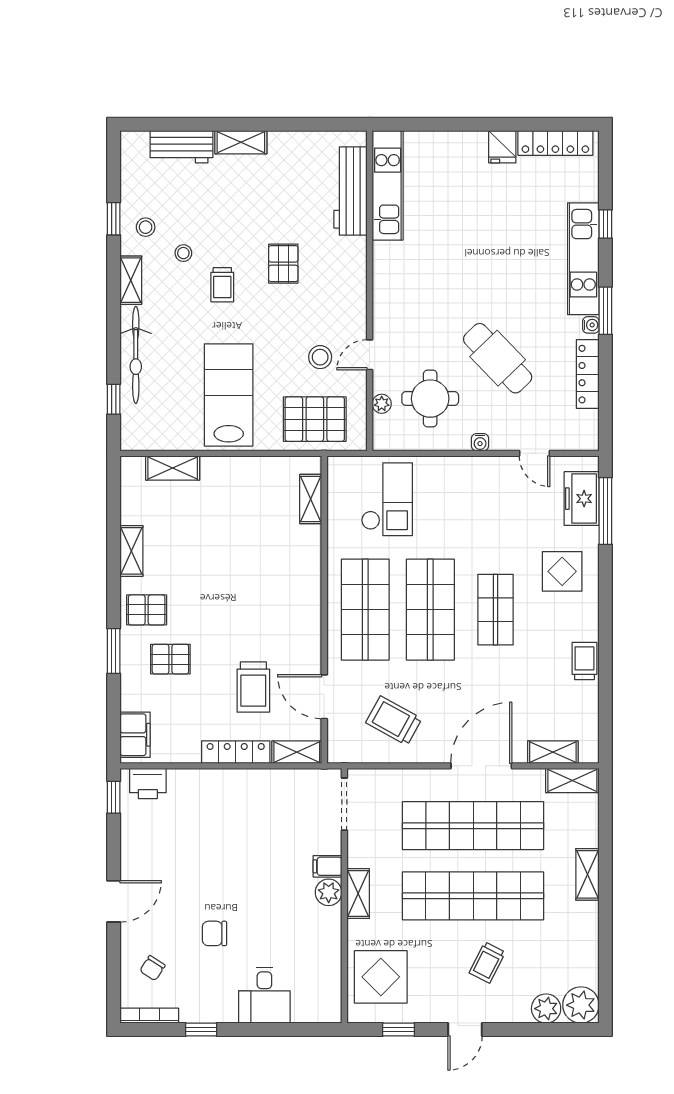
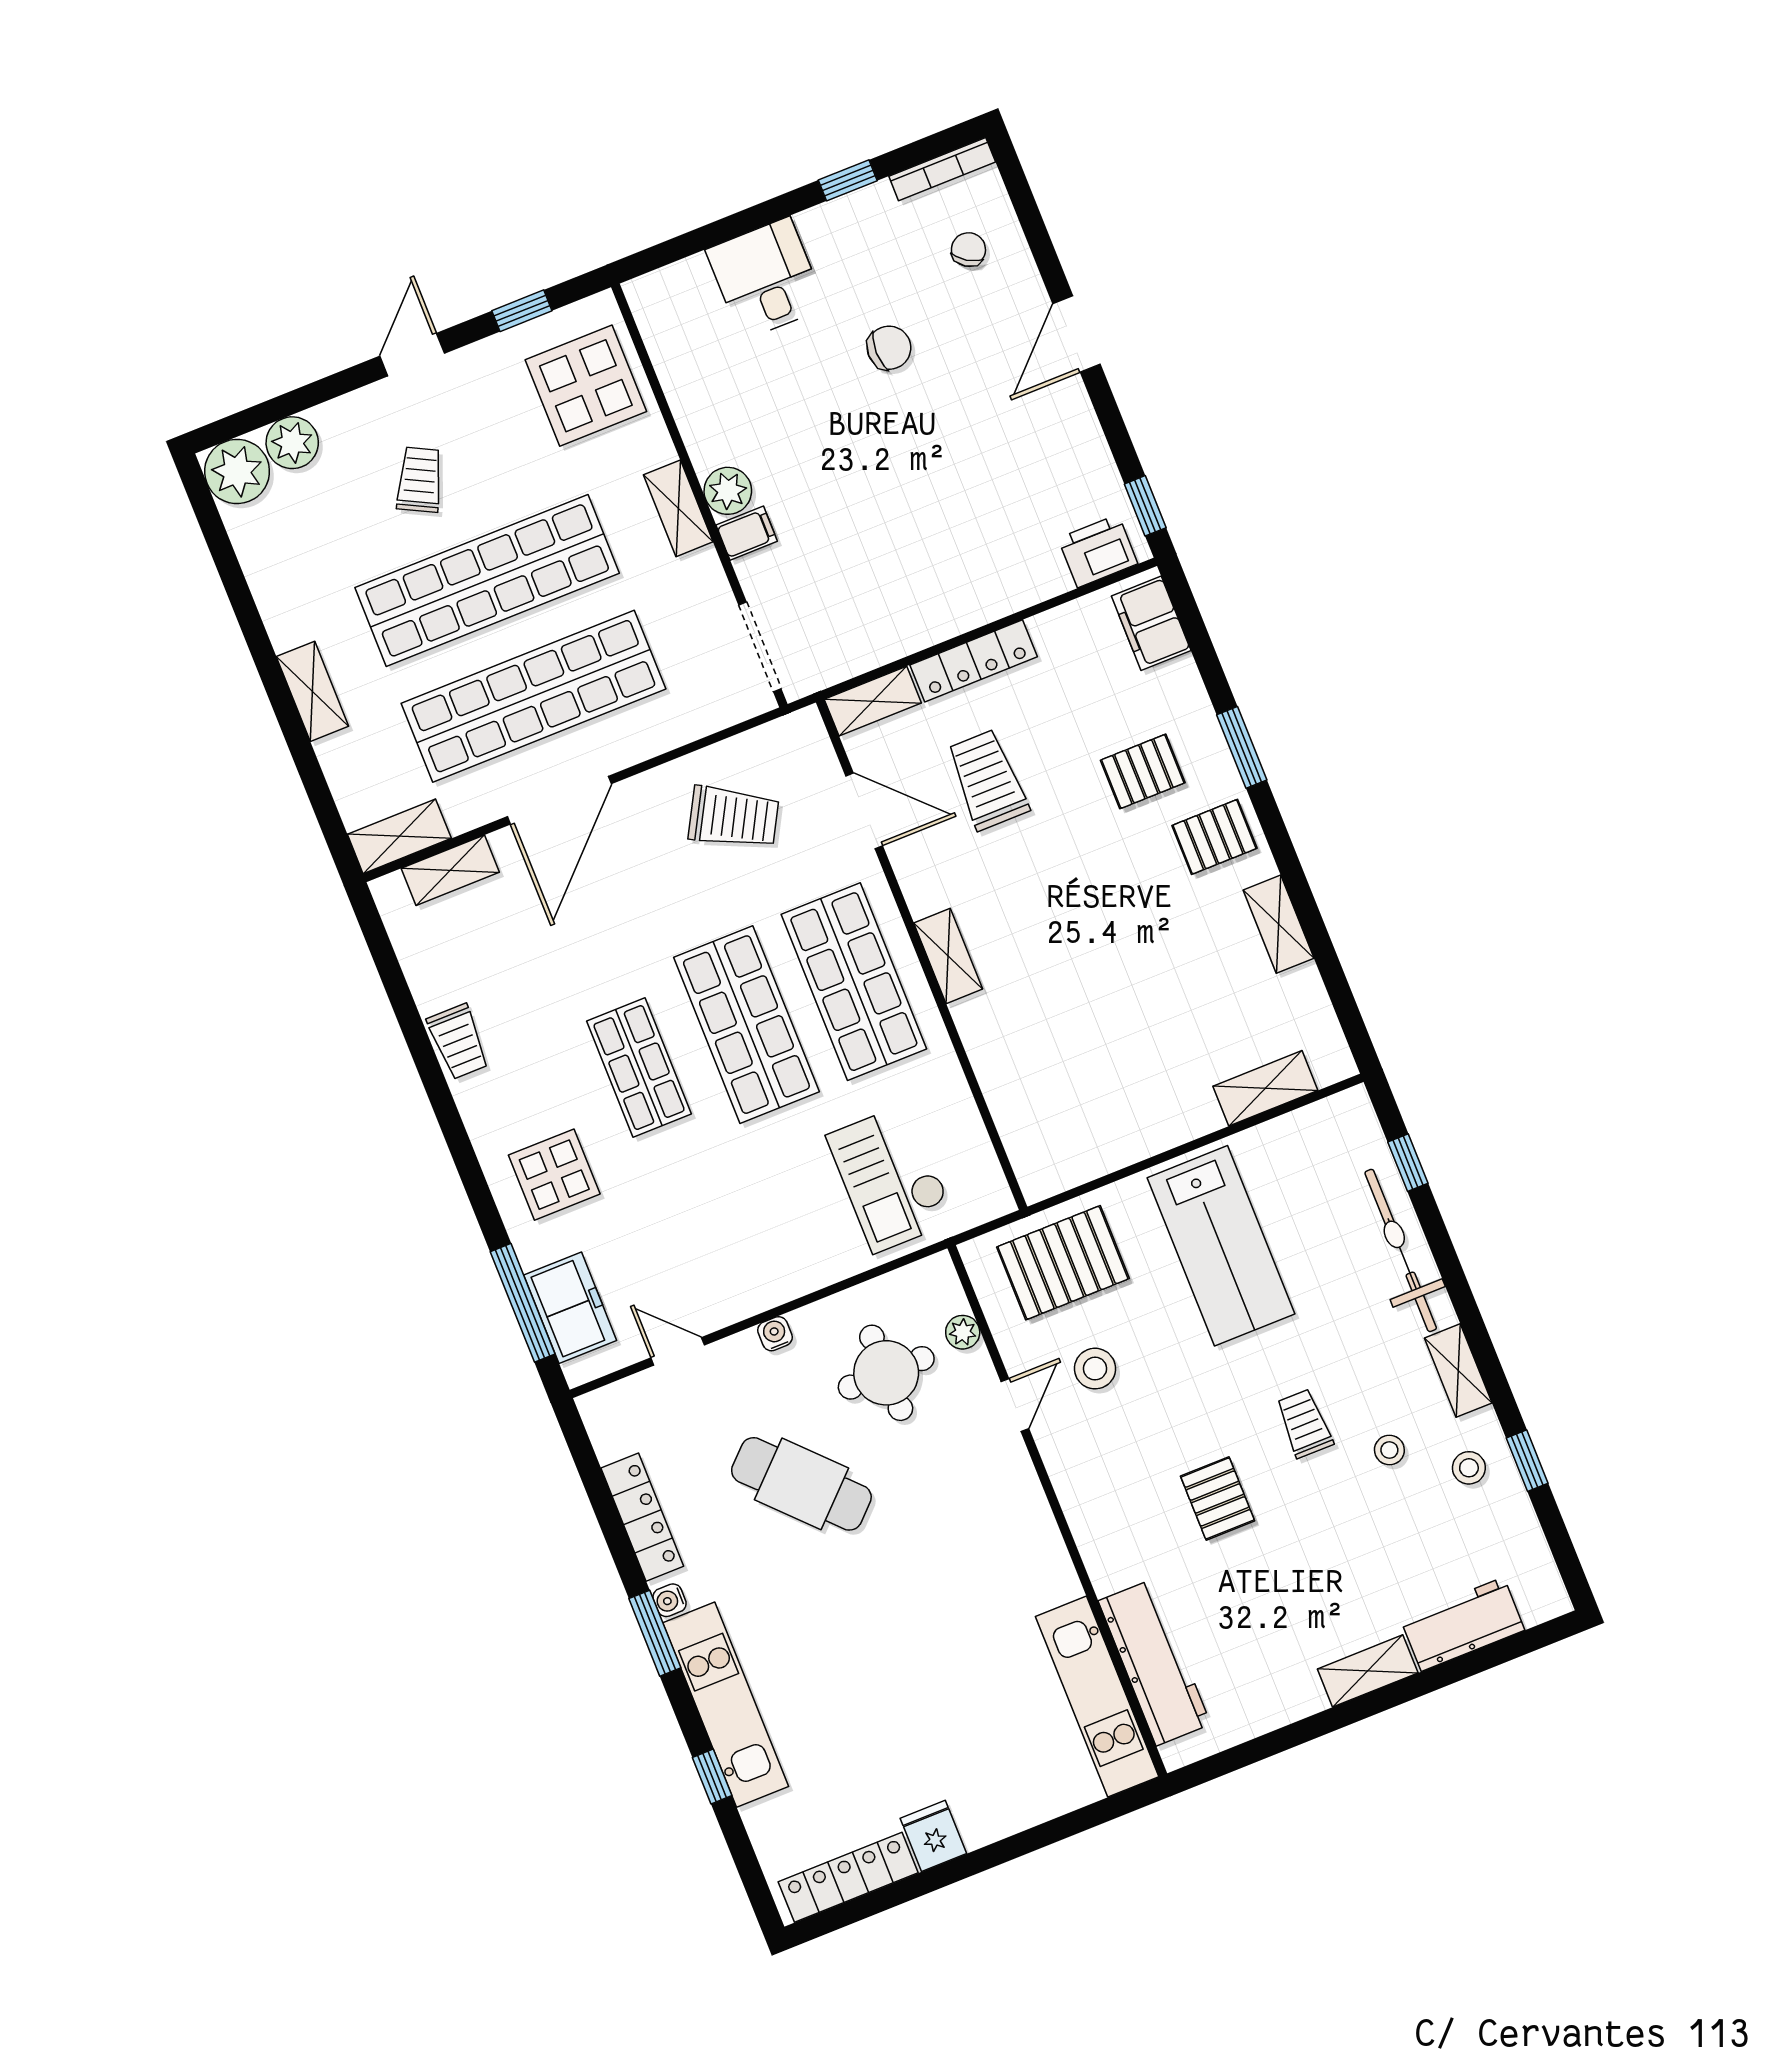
shelving: (311, 499) -> (948, 956), moved

